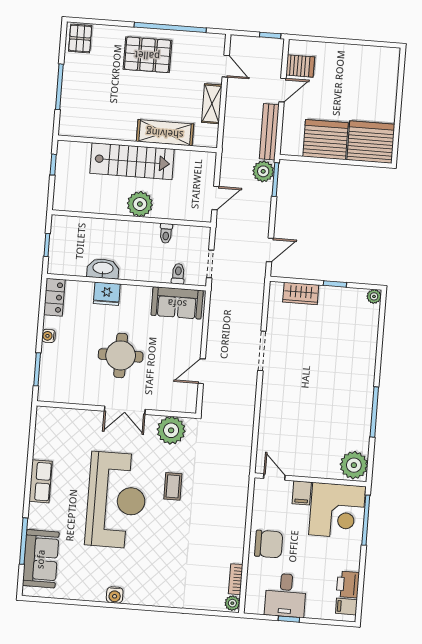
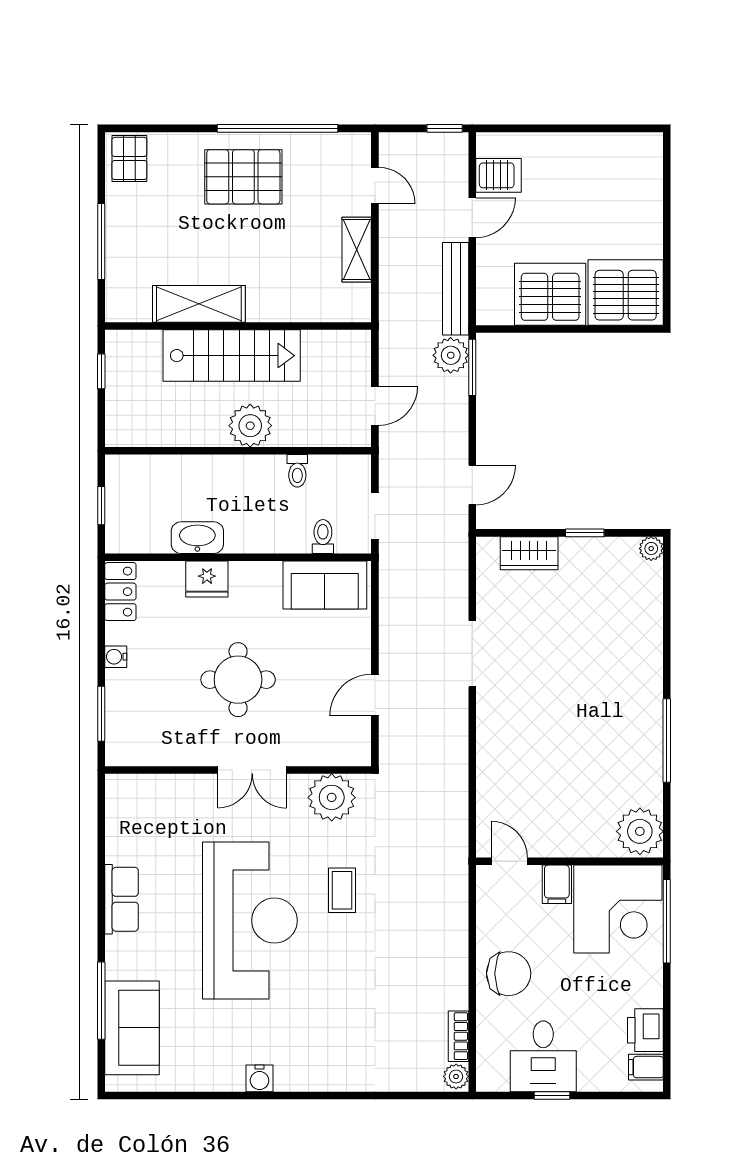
shelving: (165, 133) -> (199, 304), moved

